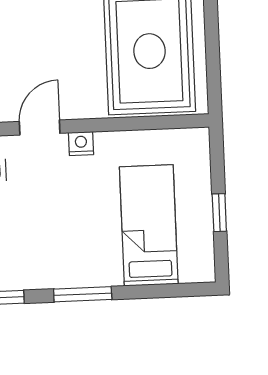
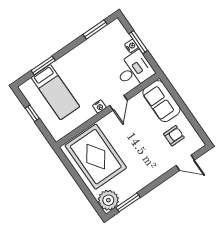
window: (83, 294) -> (43, 66), moved

